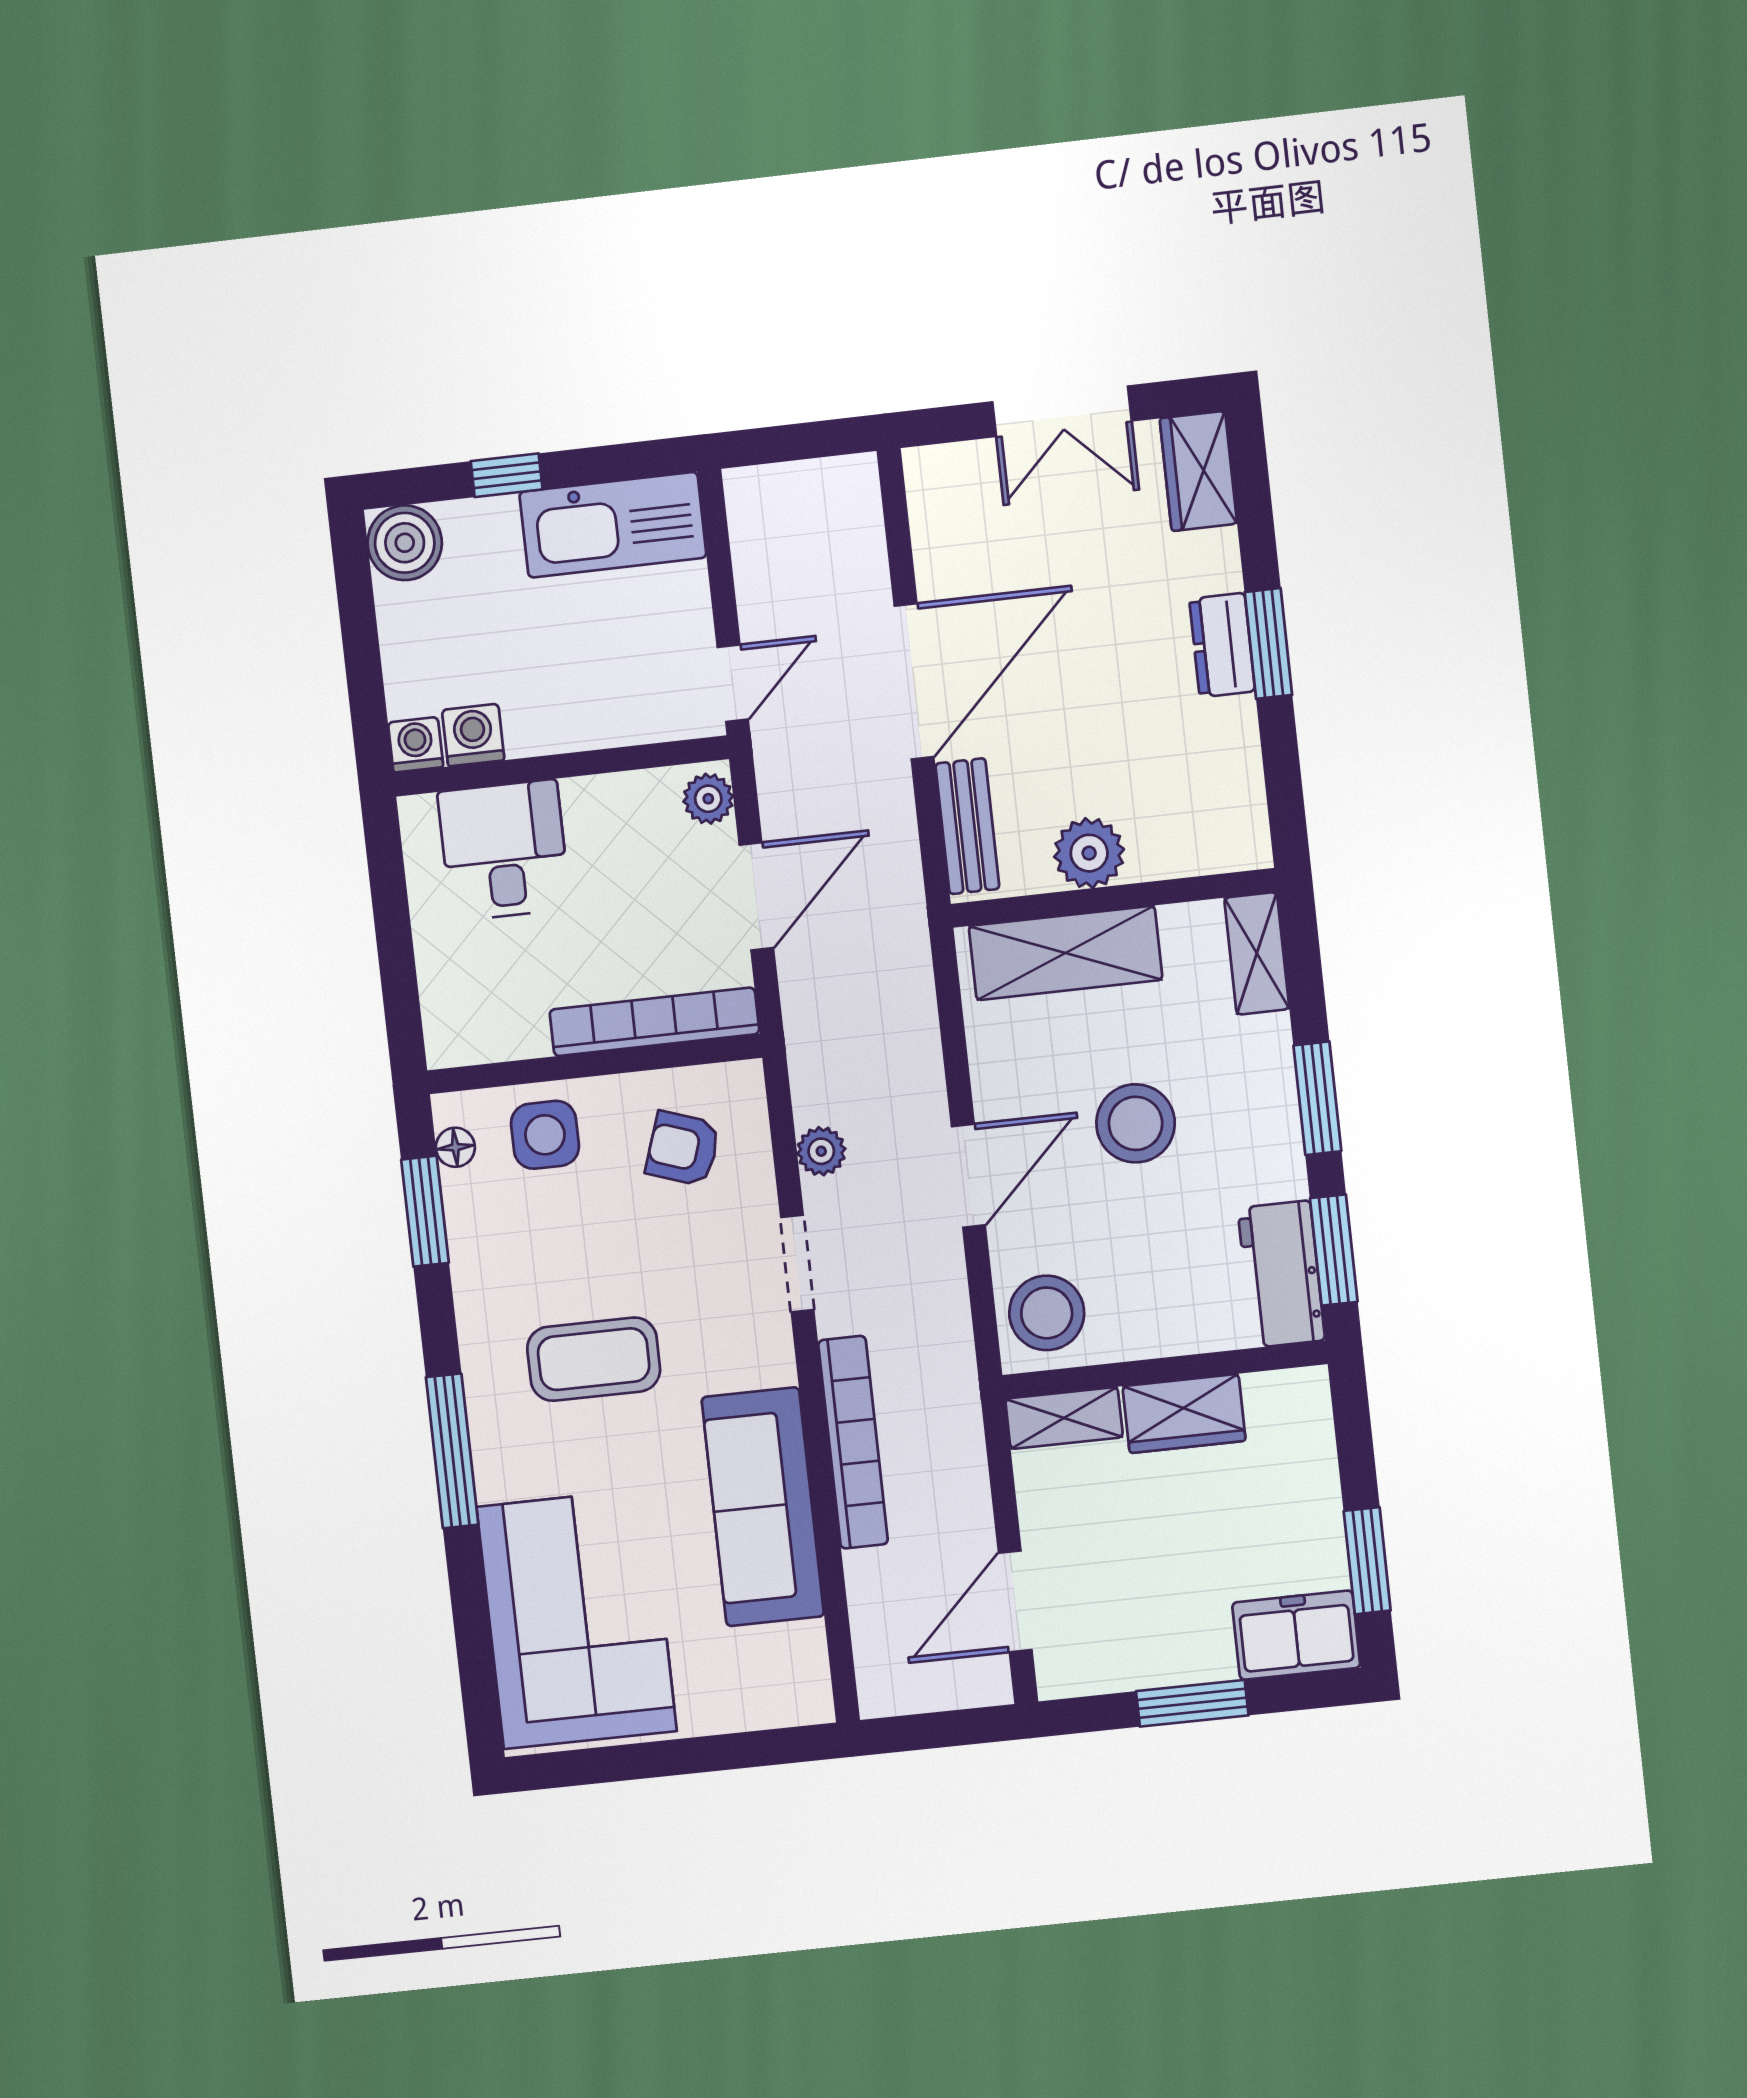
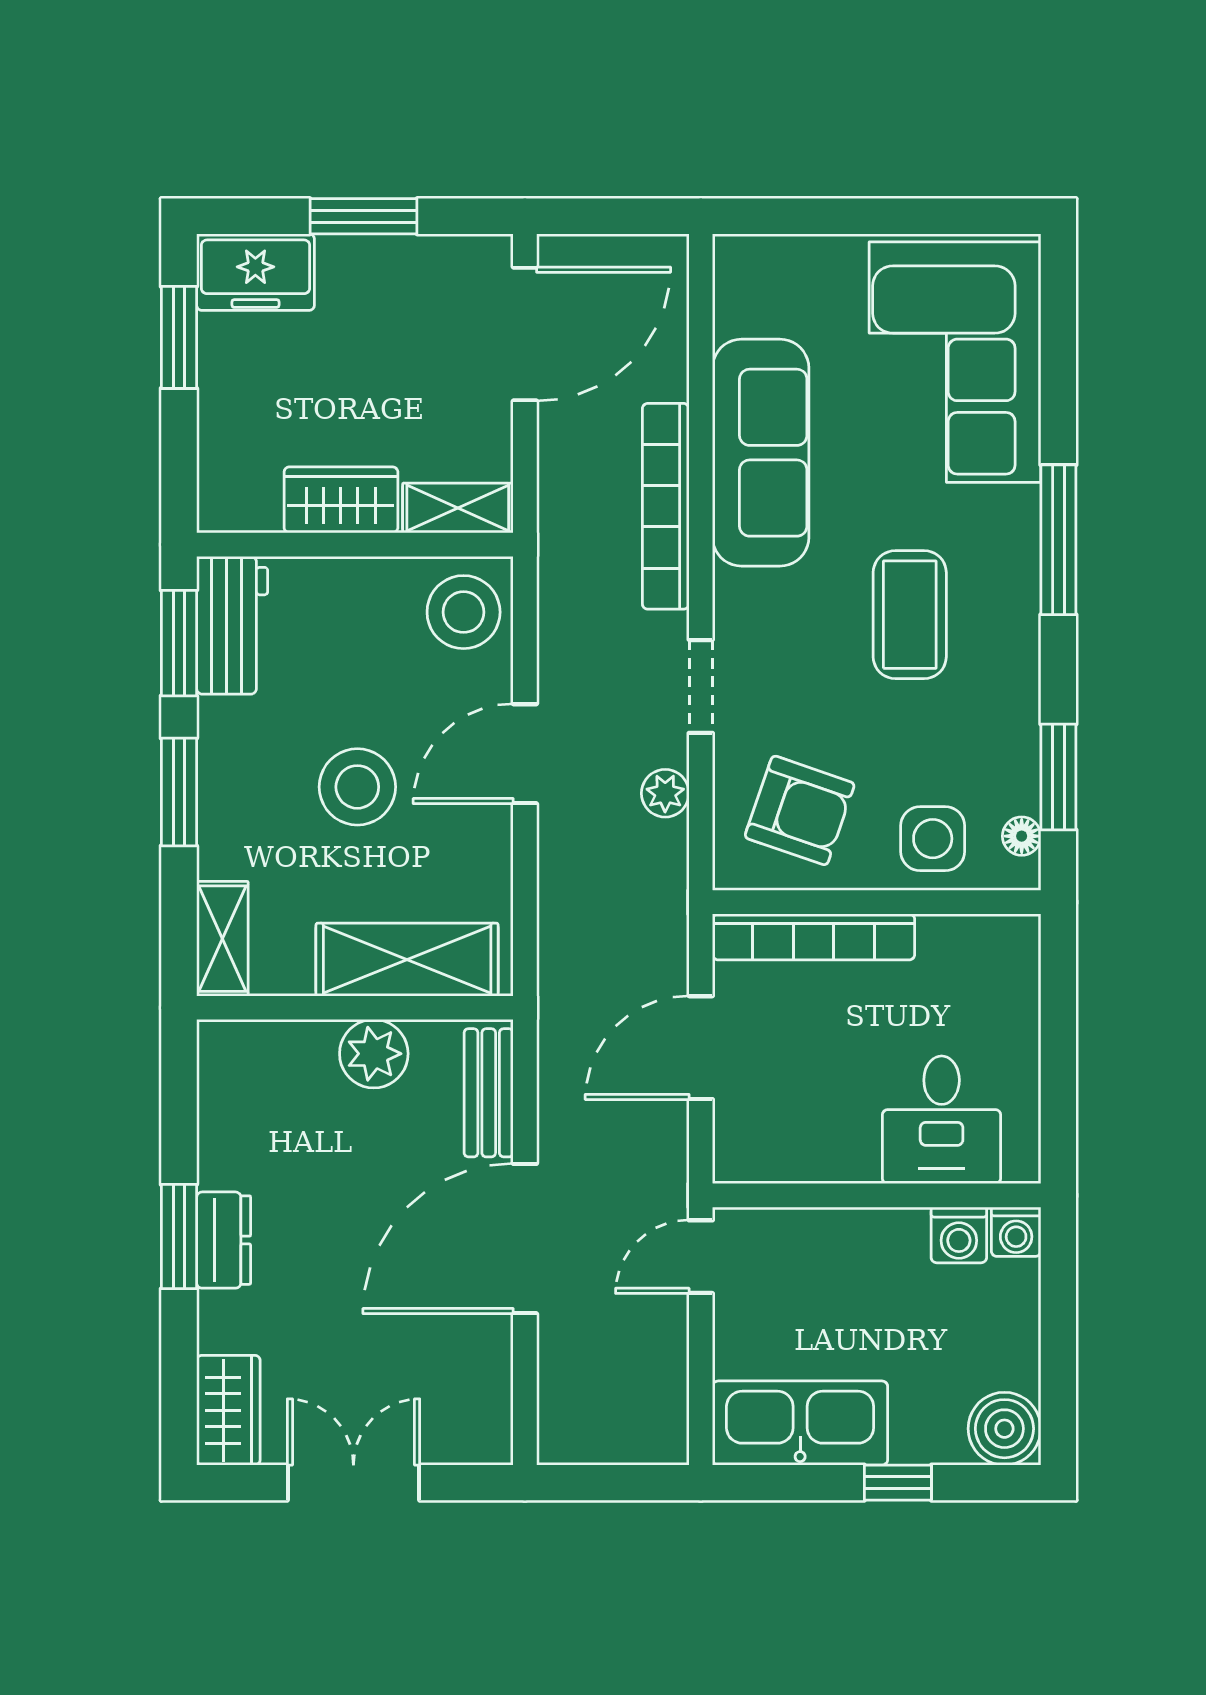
plant: (708, 799) -> (737, 1148), removed
armchair: (683, 1149) -> (800, 810), width x1.38, depth x1.38
coffee table: (594, 1359) -> (910, 615), turned 90
door: (1015, 1601) -> (525, 334), width x1.36

